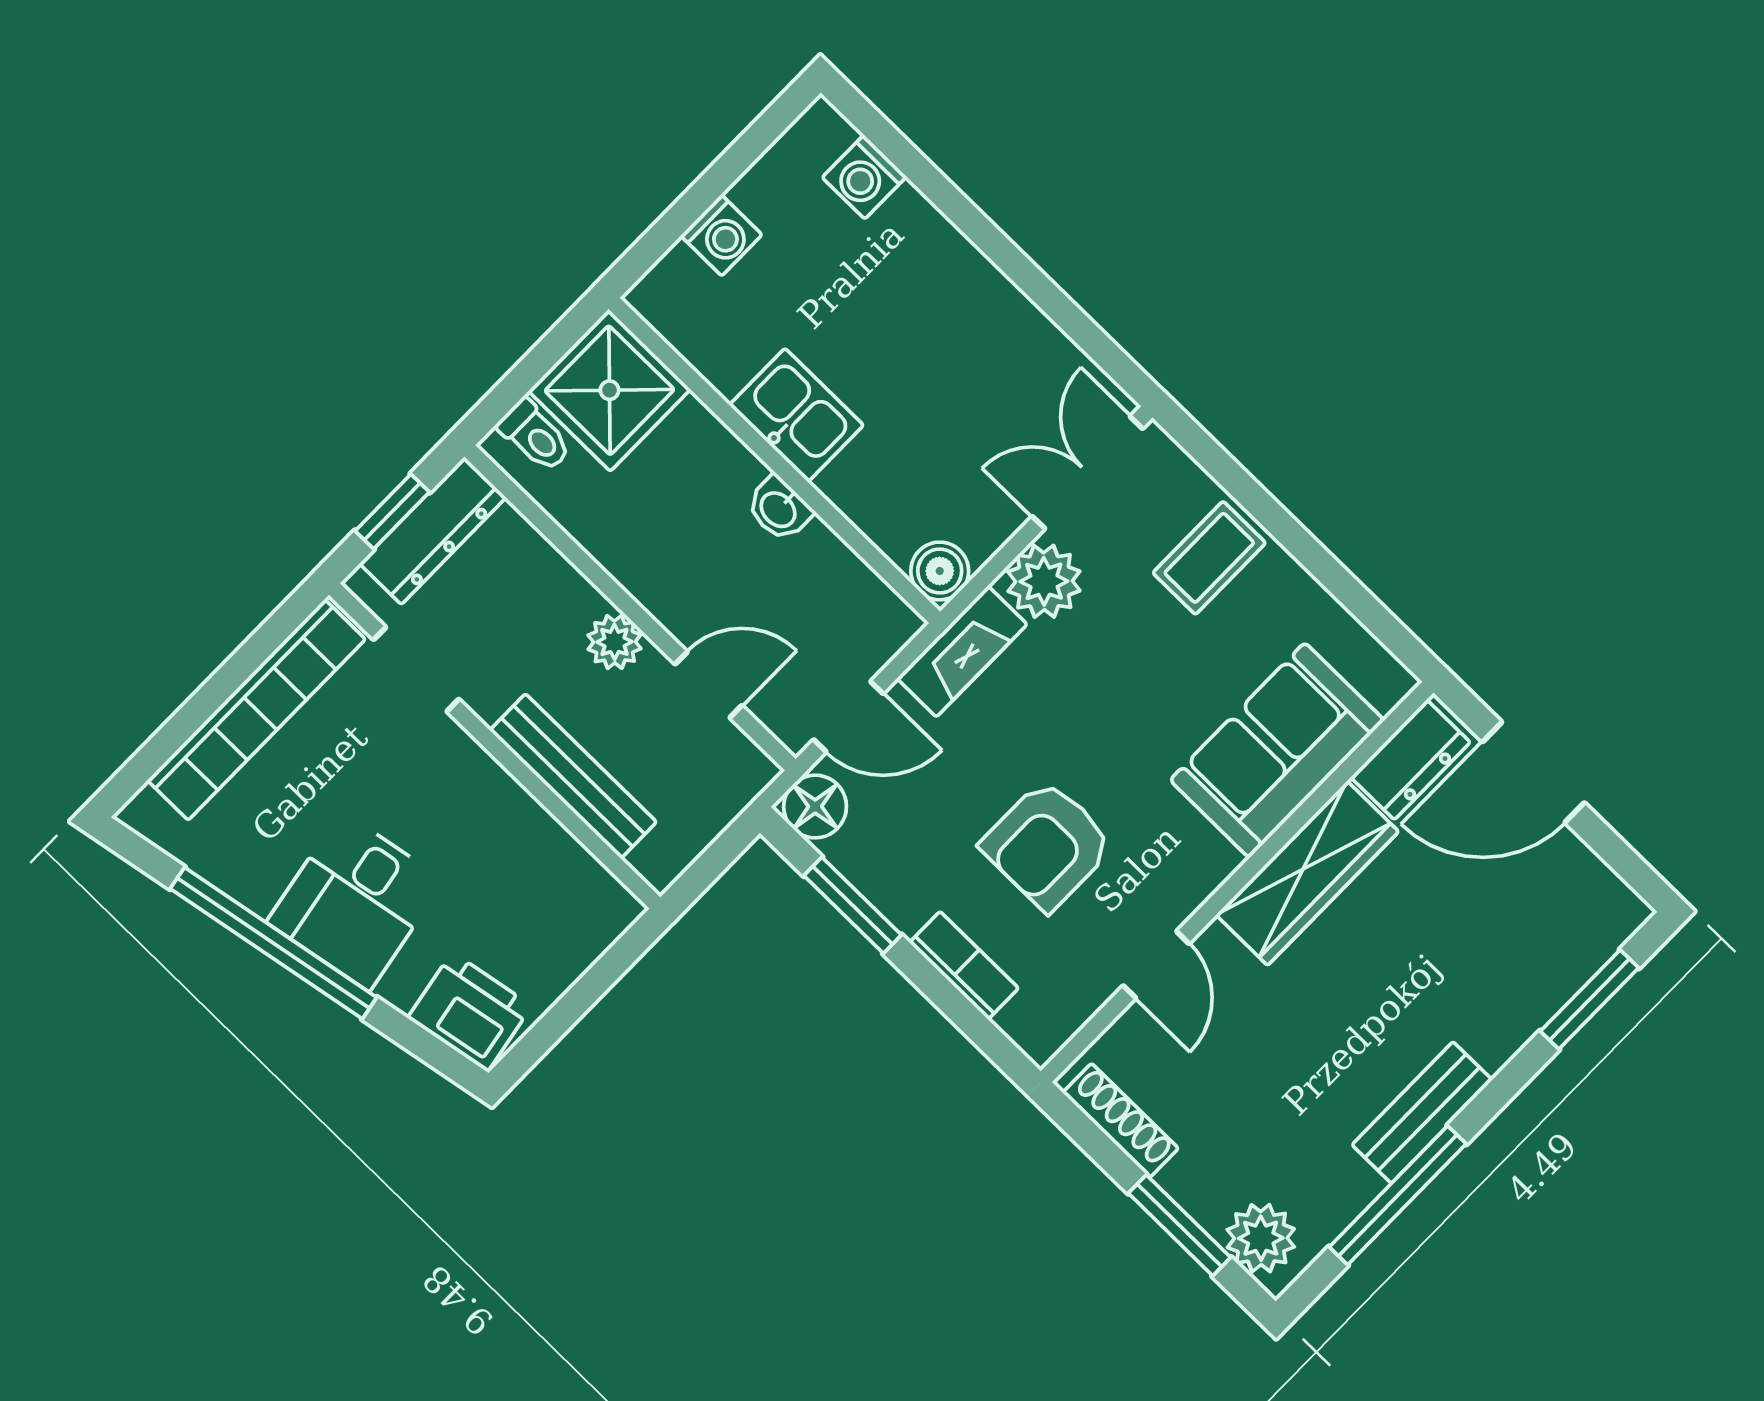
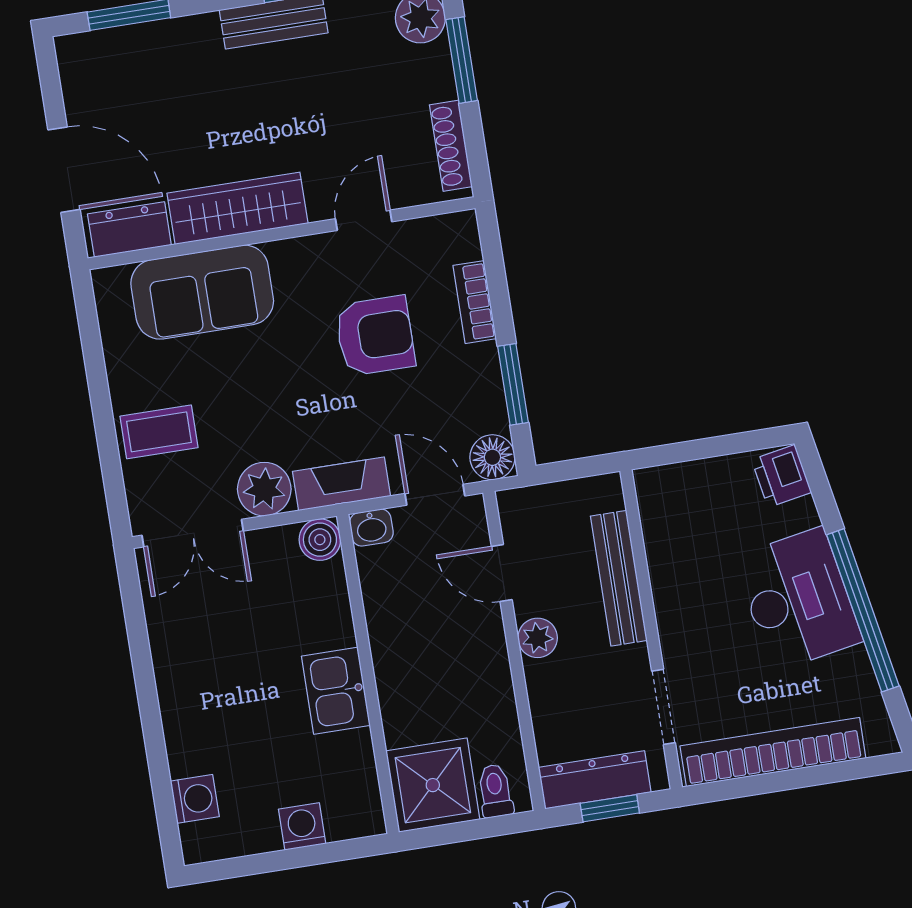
washbasin: (779, 509) -> (371, 528), moved, turned 90
desk: (355, 901) -> (798, 599), width x1.37
printer: (470, 1012) -> (781, 476), width x0.73, depth x0.81

